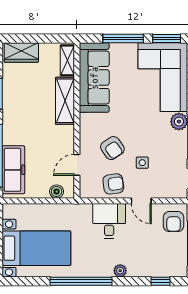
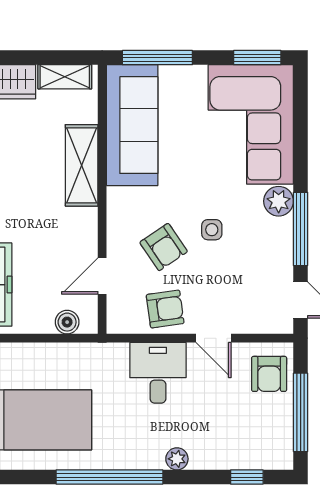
window: (123, 38) -> (157, 58), moved
shelving: (67, 60) -> (65, 77), moved, turned 90
side table: (142, 163) -> (212, 230), moved

